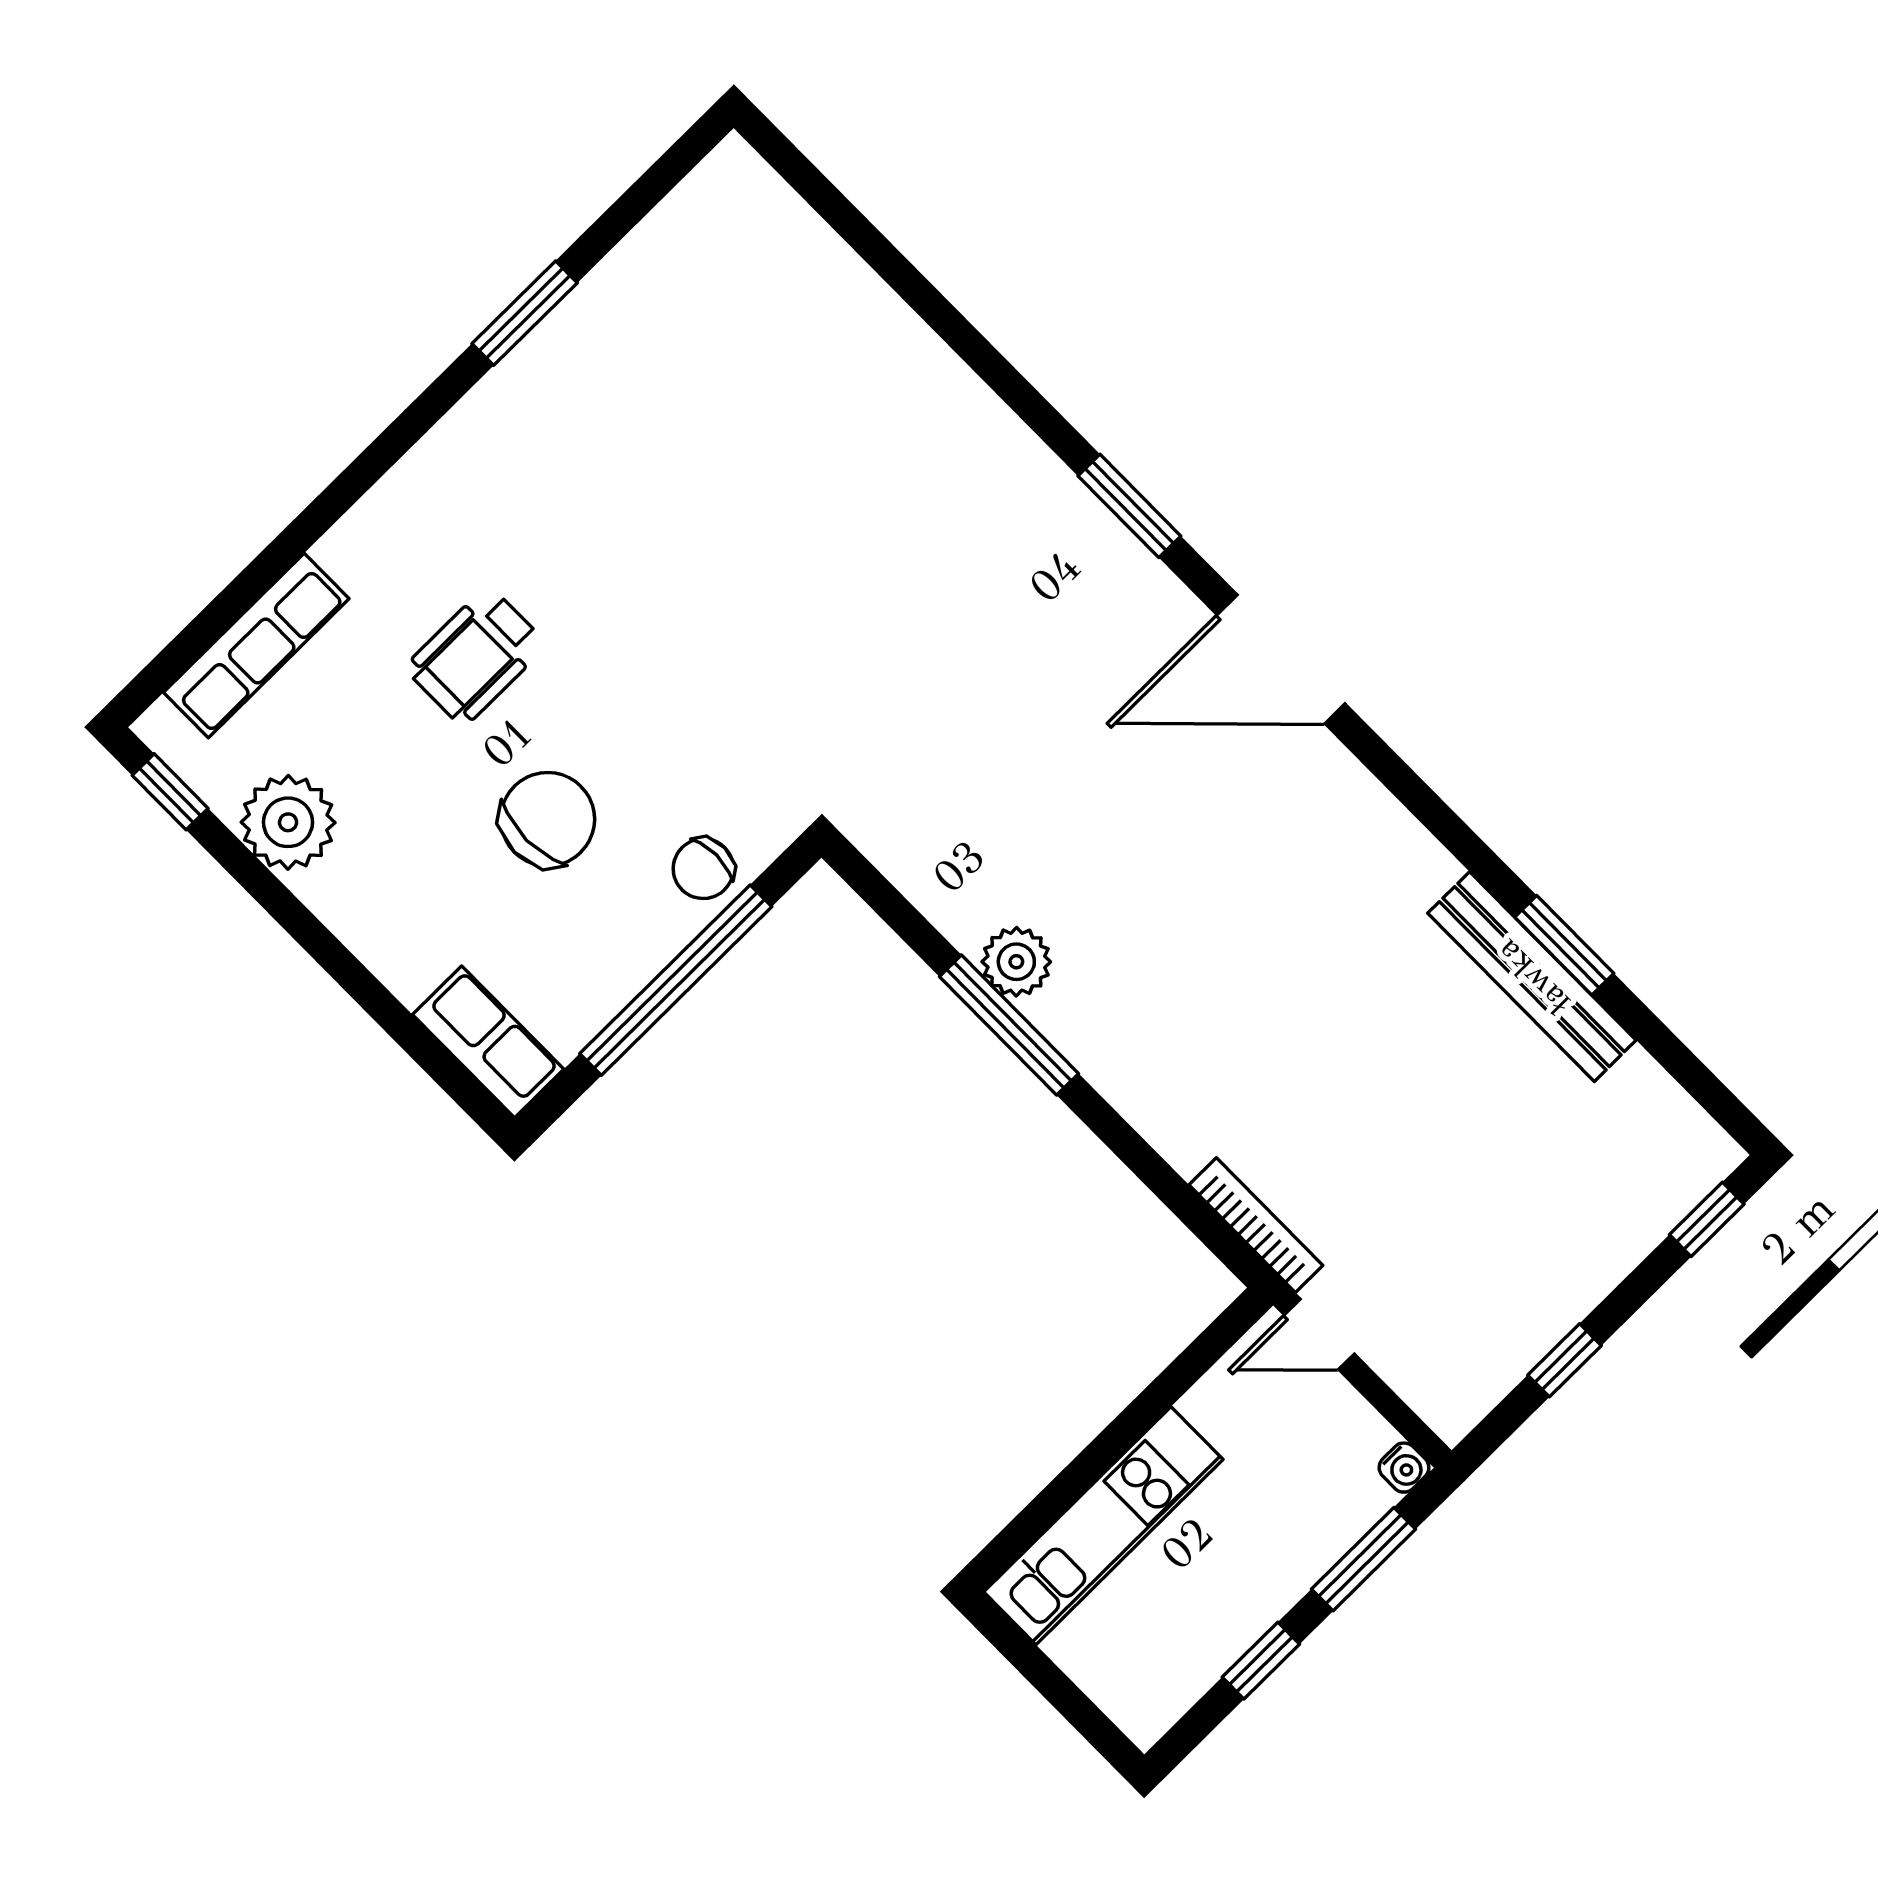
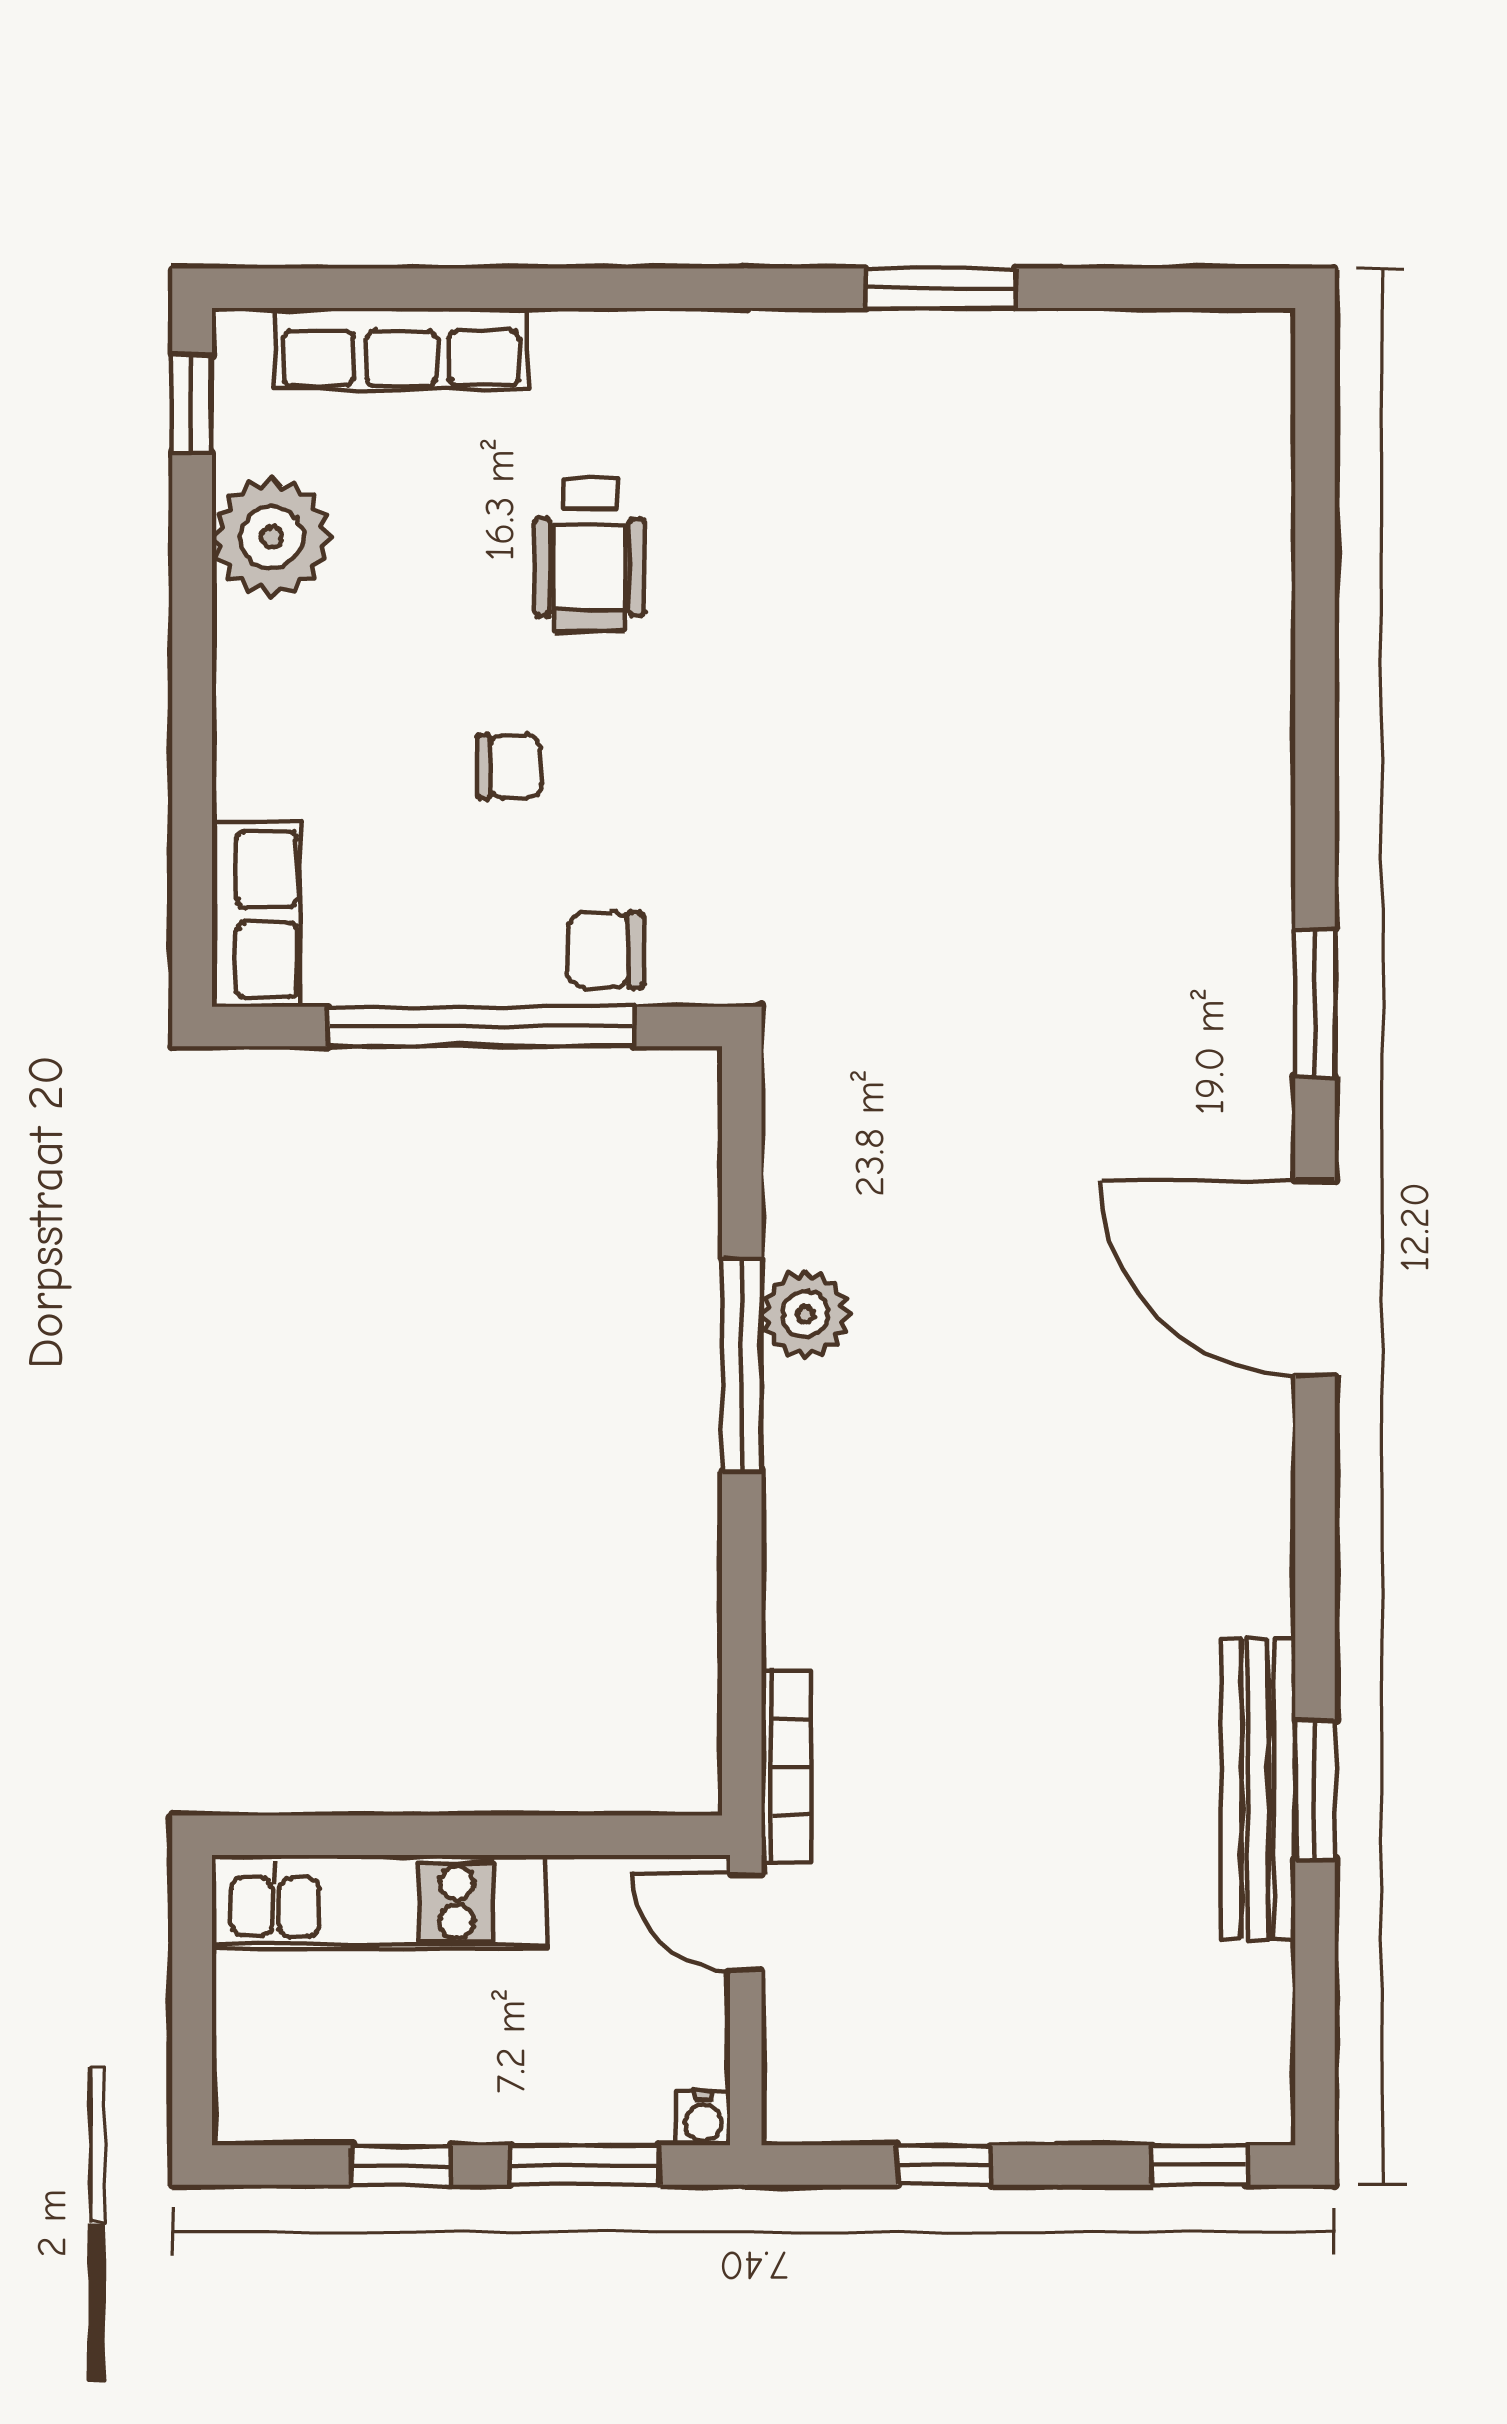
wheelchair: (476, 656) -> (590, 555), turned -90
chair: (548, 819) -> (509, 766), width x0.54, depth x0.54

